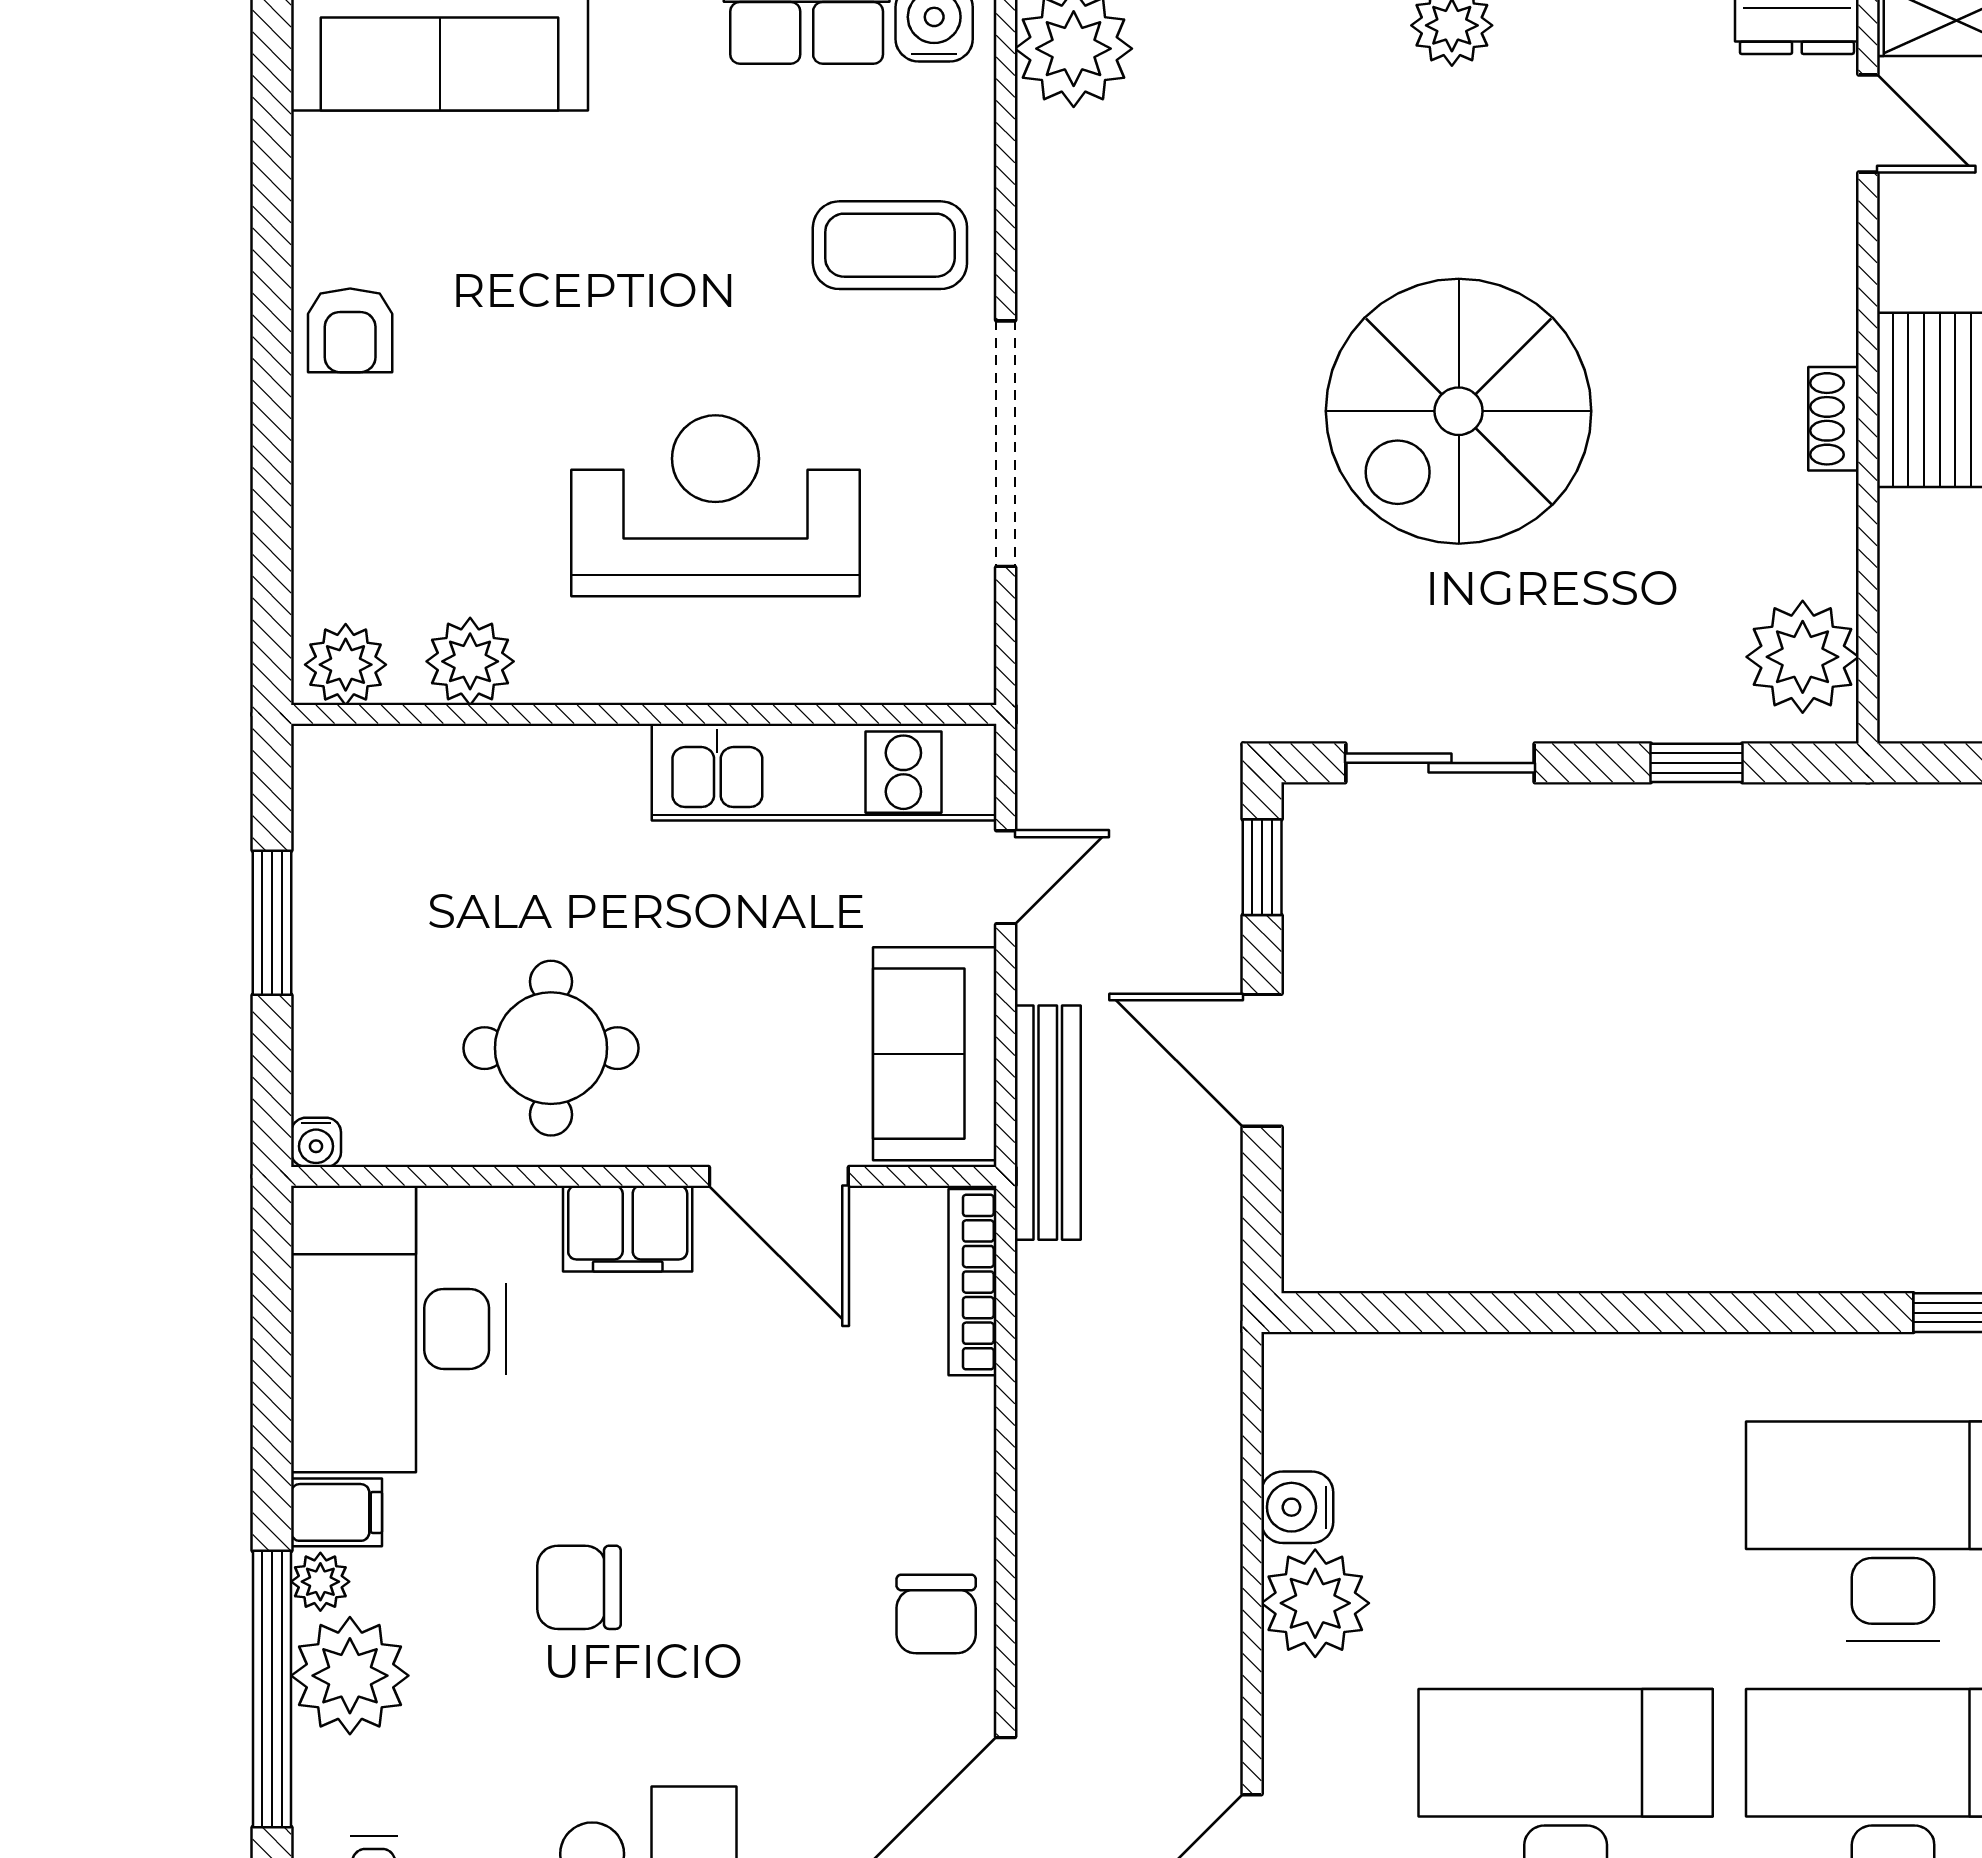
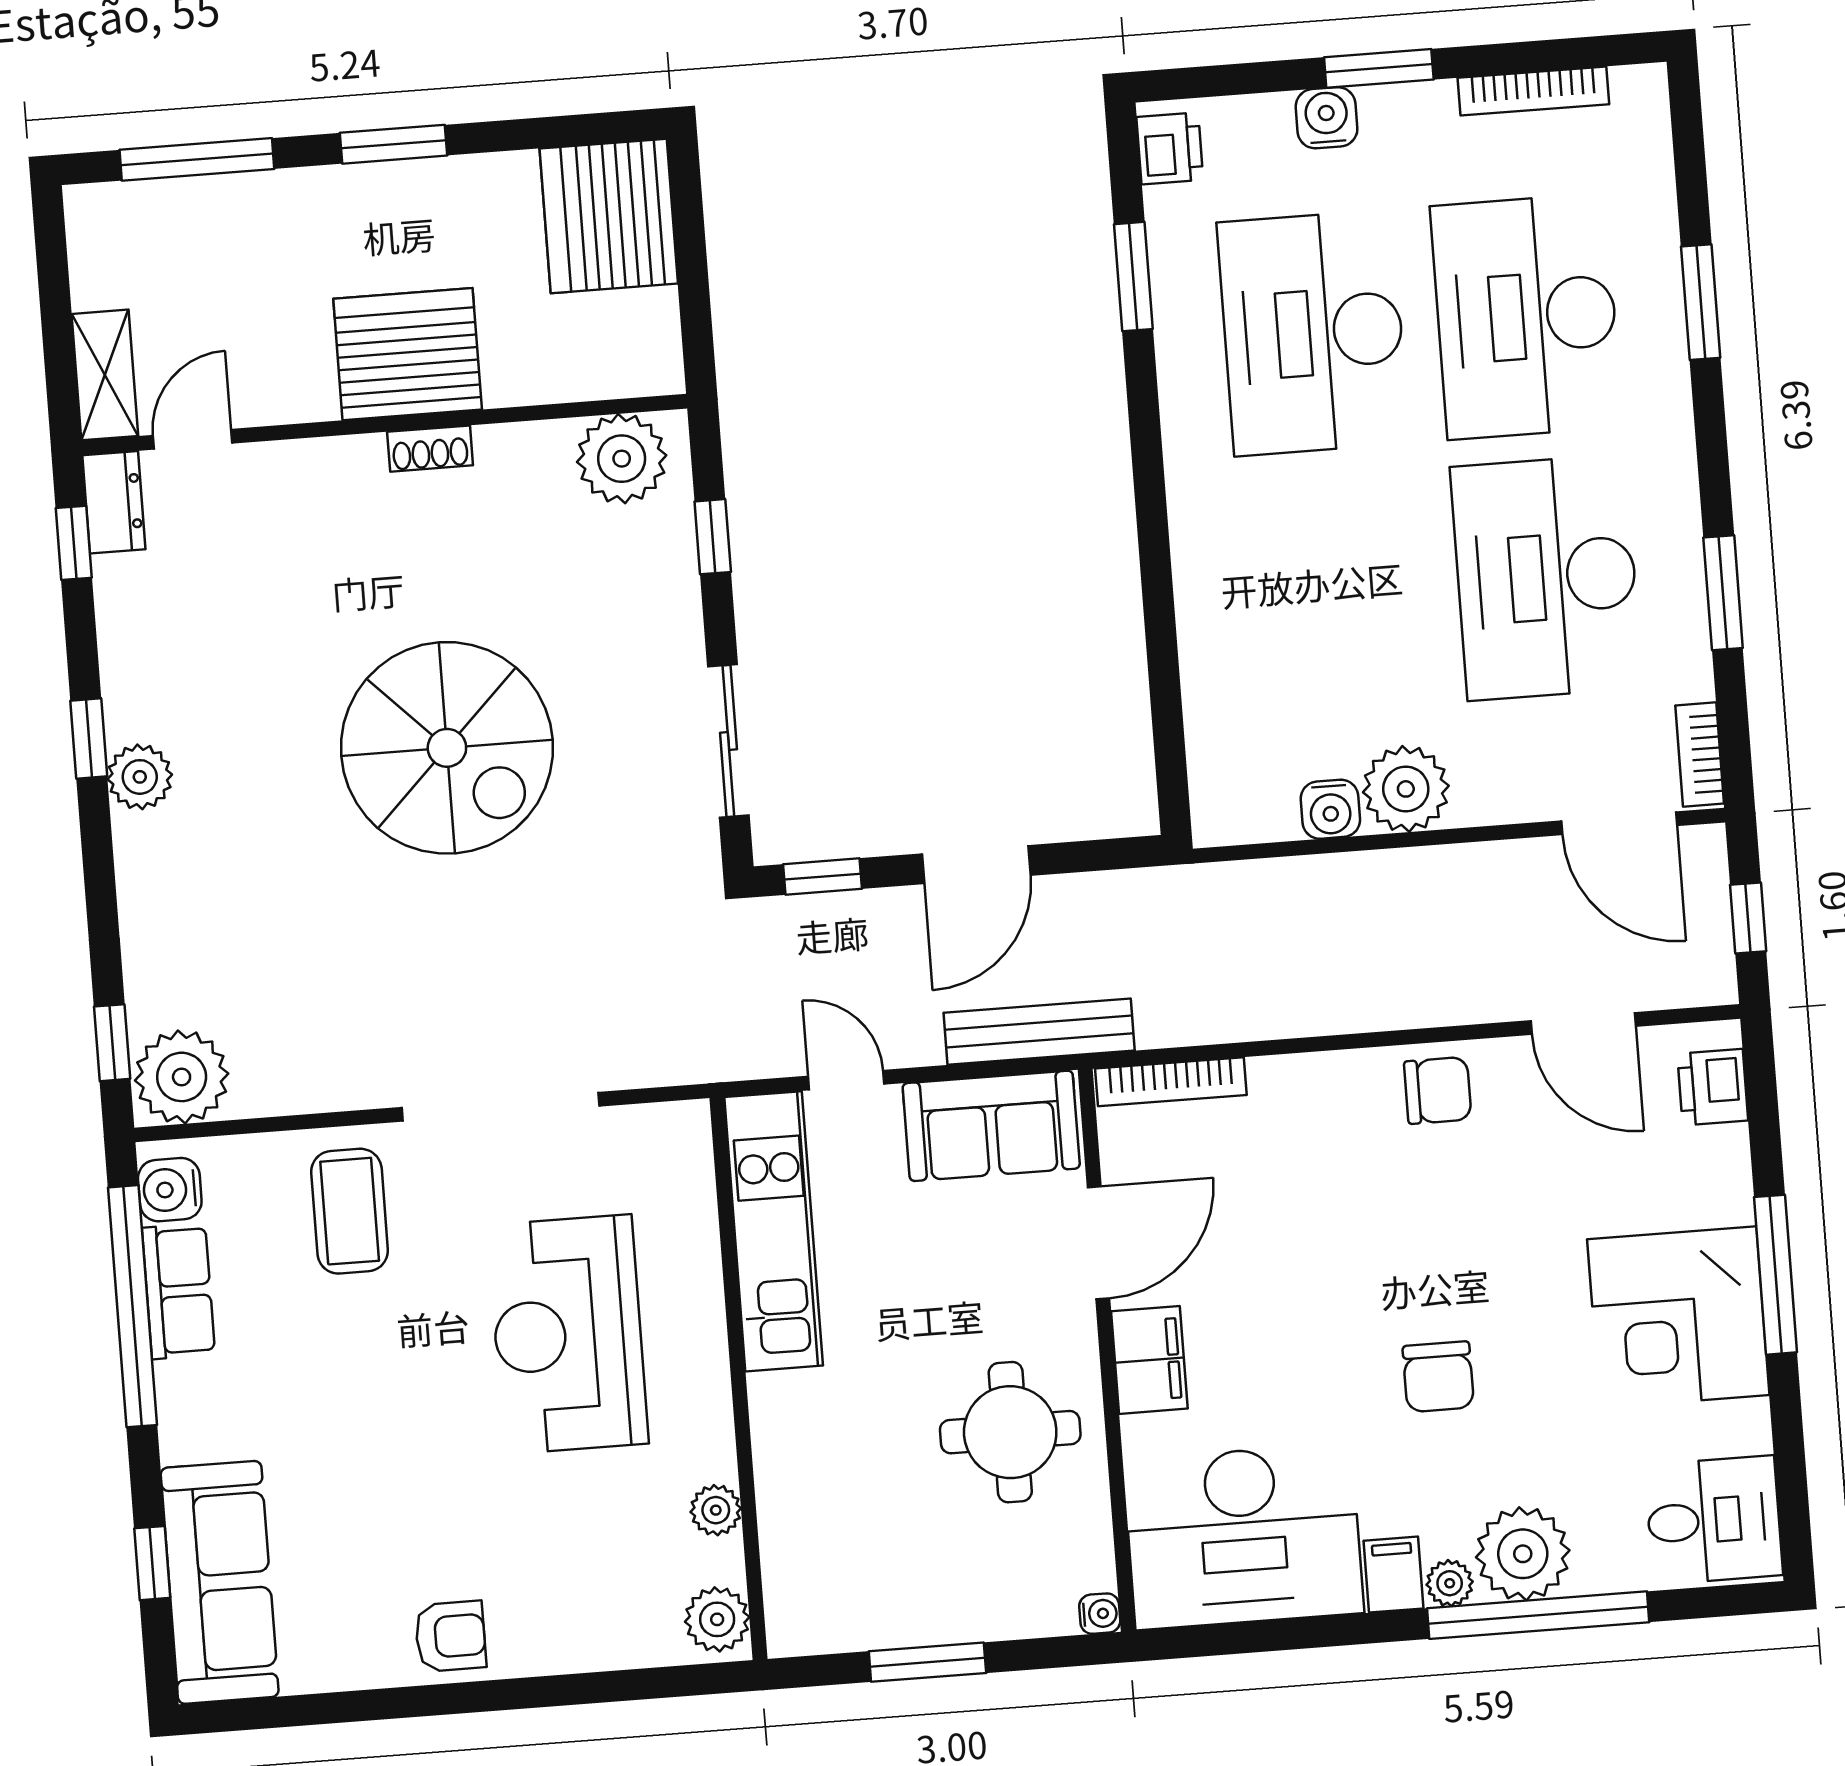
plant: (470, 661) -> (716, 1510), width x0.73, depth x0.73

